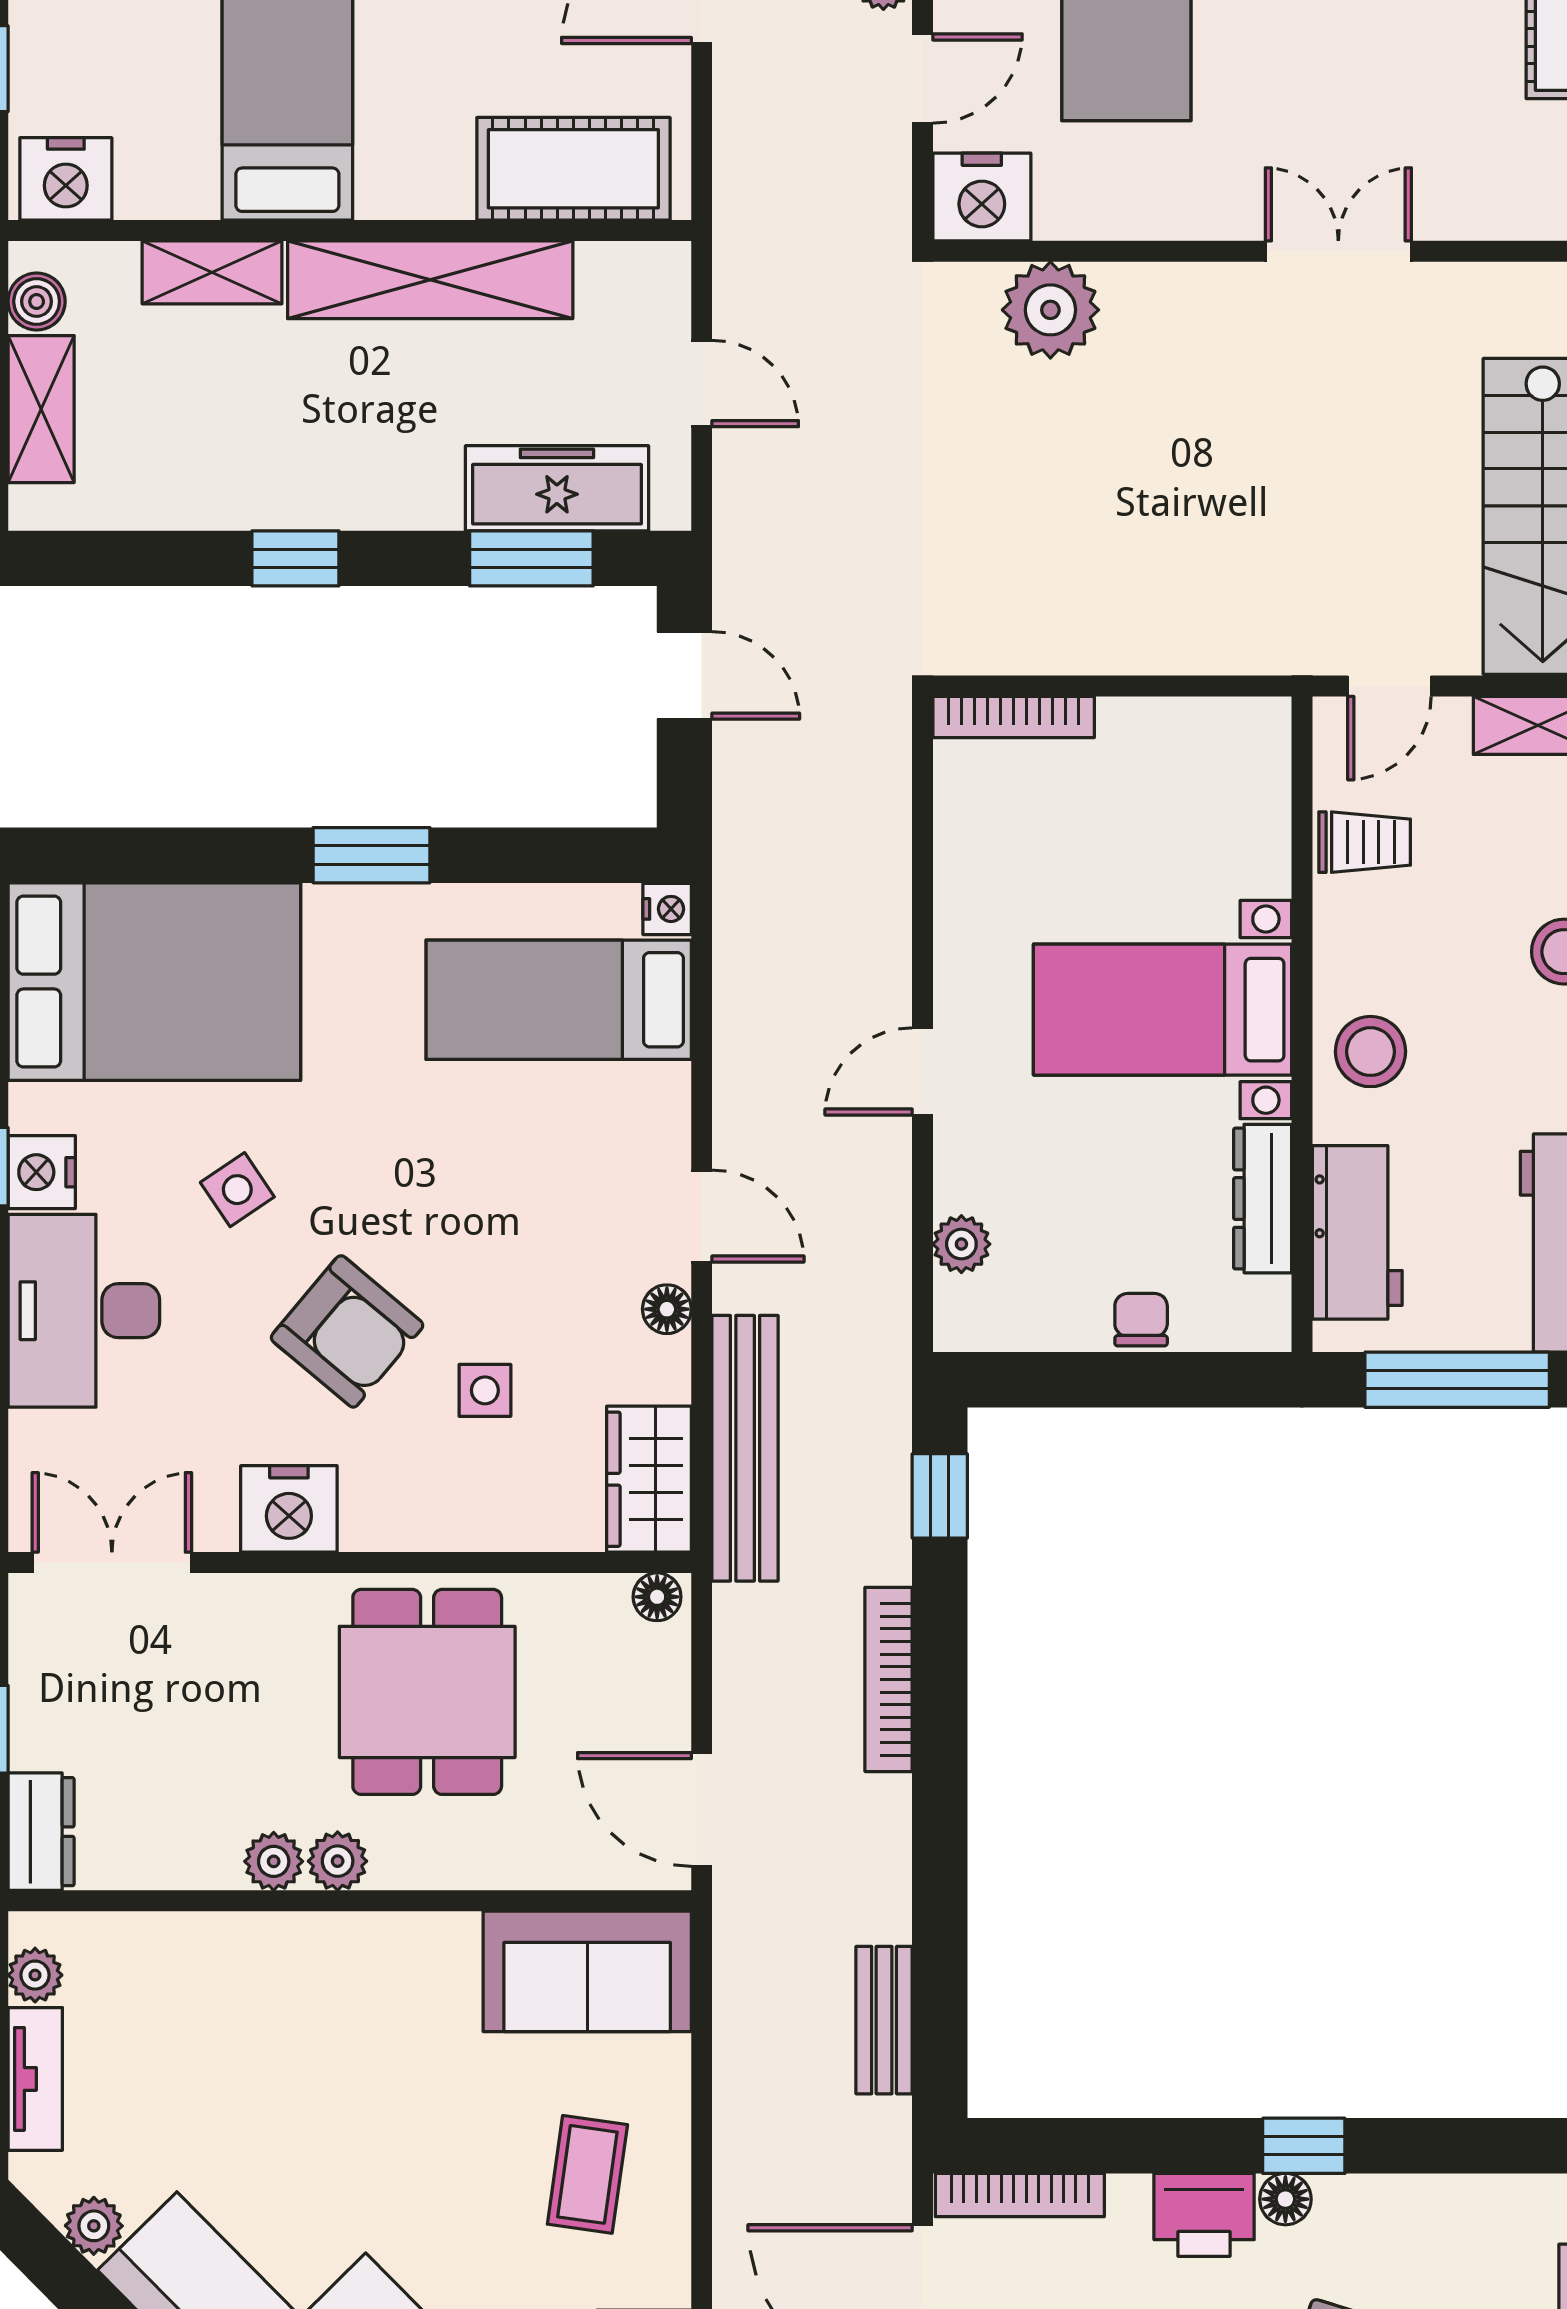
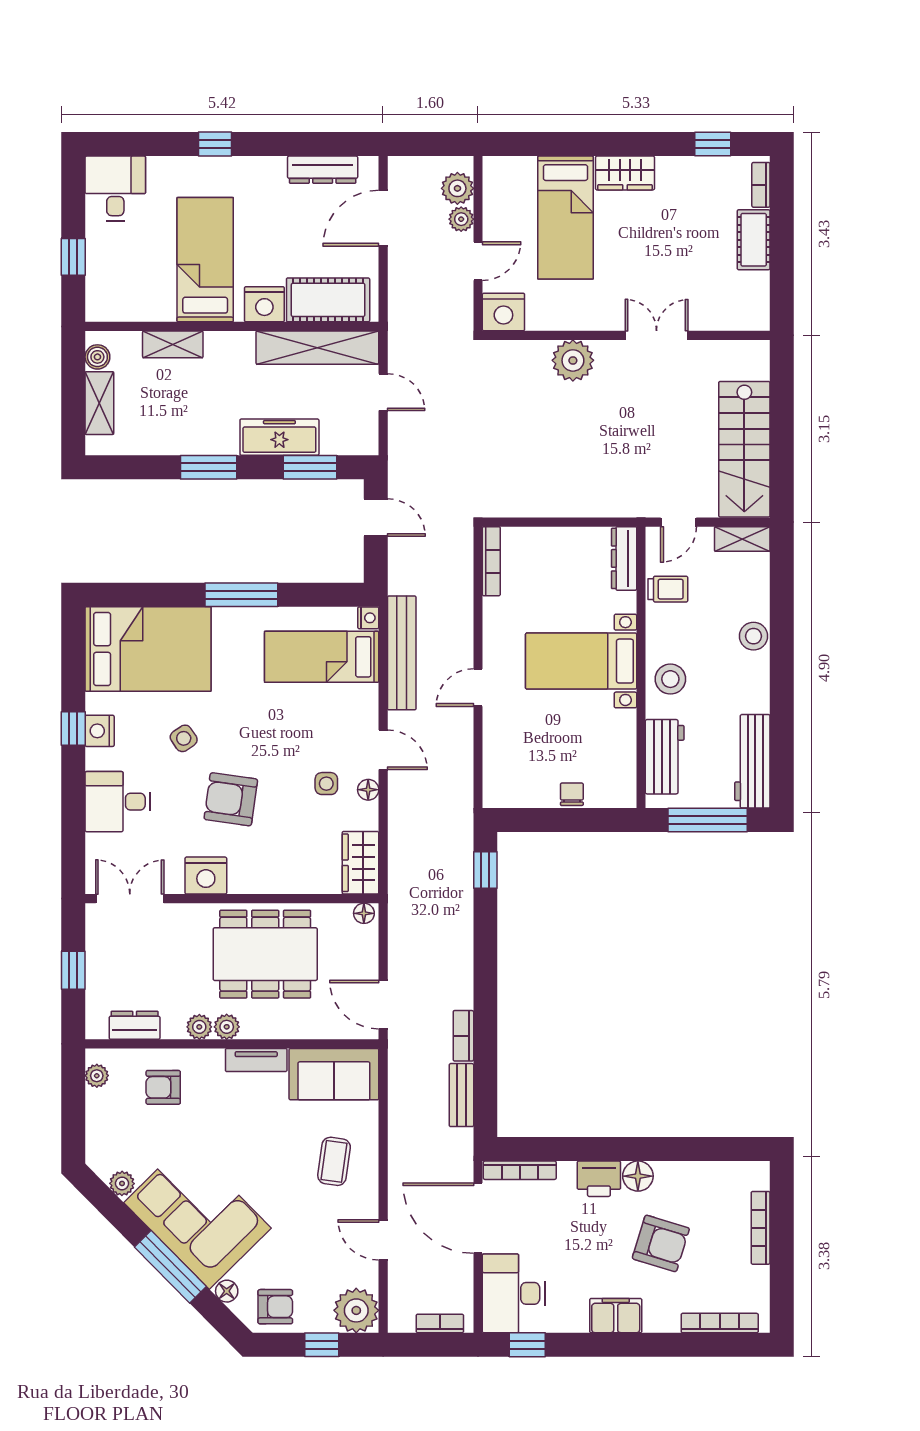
nightstand: (66, 179) -> (264, 304), moved
shelving: (430, 280) -> (317, 348), moved
plant: (1050, 310) -> (573, 360), moved
freezer: (557, 488) -> (279, 437), moved
window: (295, 558) -> (209, 467), width x1.50
bookcase: (1014, 717) -> (491, 561), moved, turned -90
window: (371, 855) -> (241, 595), width x1.44
dresser: (1263, 1199) -> (624, 558), moved
plant: (961, 1244) -> (495, 762), removed
desk: (84, 1311) -> (118, 802), width x0.73
armchair: (347, 1331) -> (231, 799), turned 148
side table: (485, 1390) -> (326, 784), moved
bench: (745, 1448) -> (402, 653), moved
bookcase: (889, 1679) -> (463, 1036), moved, width x0.64
dining table: (427, 1692) -> (265, 954), width x1.38
dresser: (41, 1832) -> (135, 1025), moved, turned -90
armchair: (190, 2002) -> (163, 1087), added
tv unit: (35, 2079) -> (256, 1060), moved, turned 90
window: (1304, 2146) -> (642, 1149), removed
floor lamp: (1285, 2199) -> (638, 1176), width x1.37, depth x1.37

